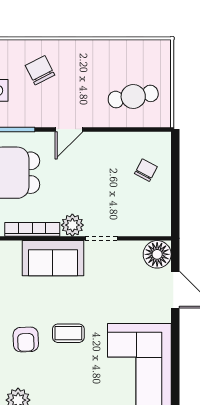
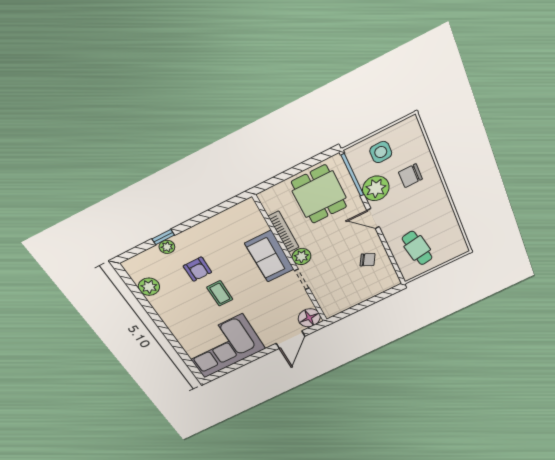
chair: (40, 70) -> (410, 176), turned -153
plant: (35, 112) -> (376, 188), added
chair: (146, 170) -> (368, 260), moved
armchair: (26, 339) -> (197, 269), turned -88

